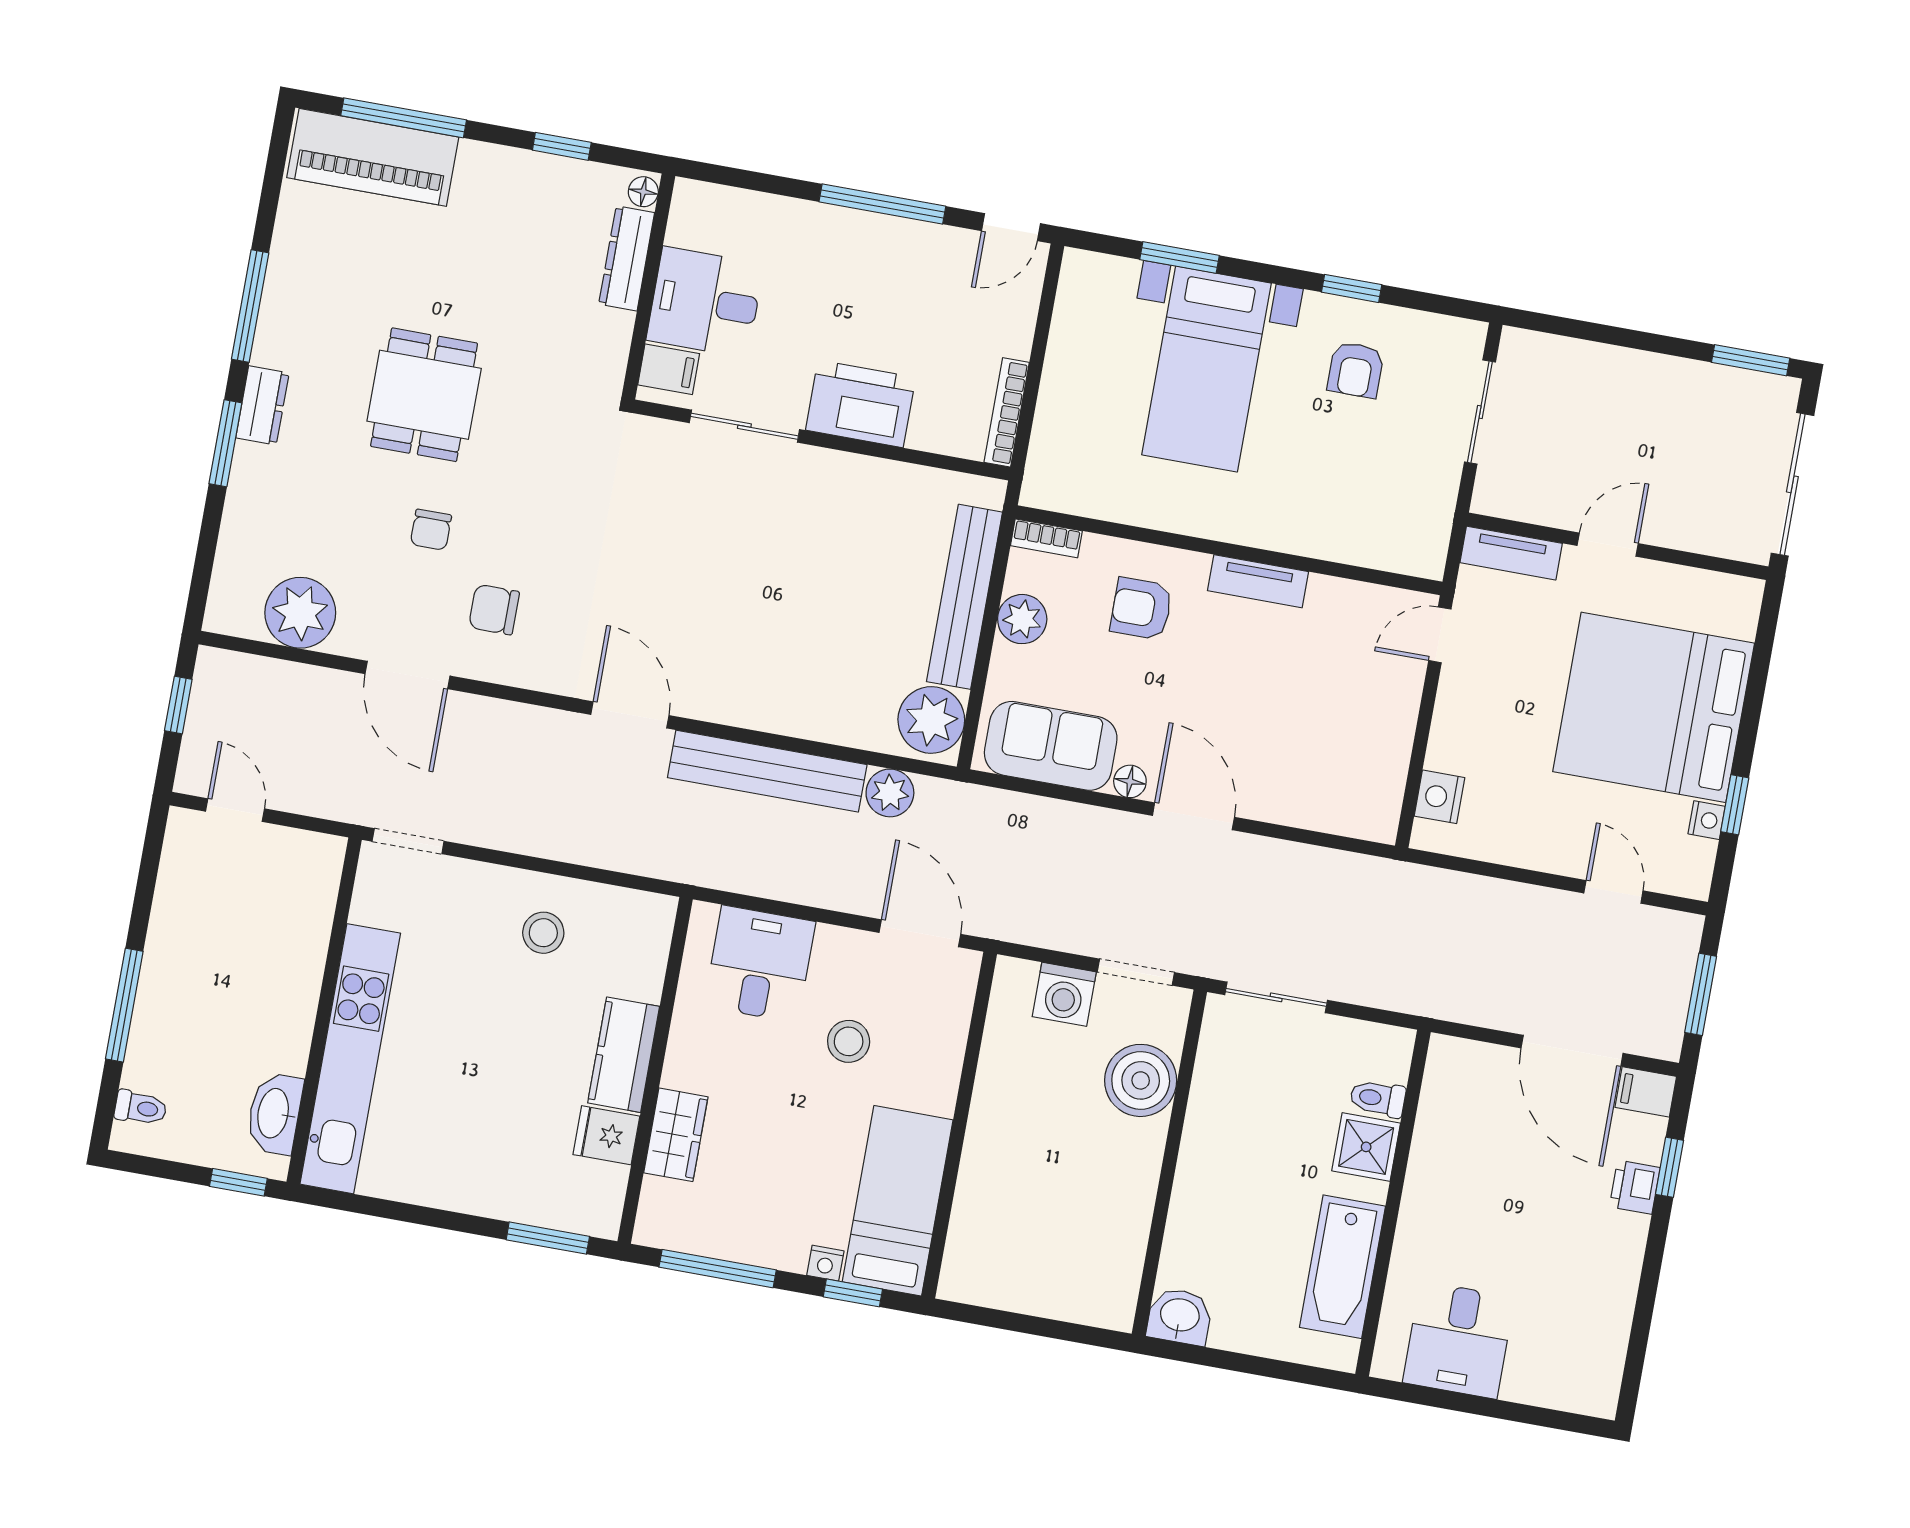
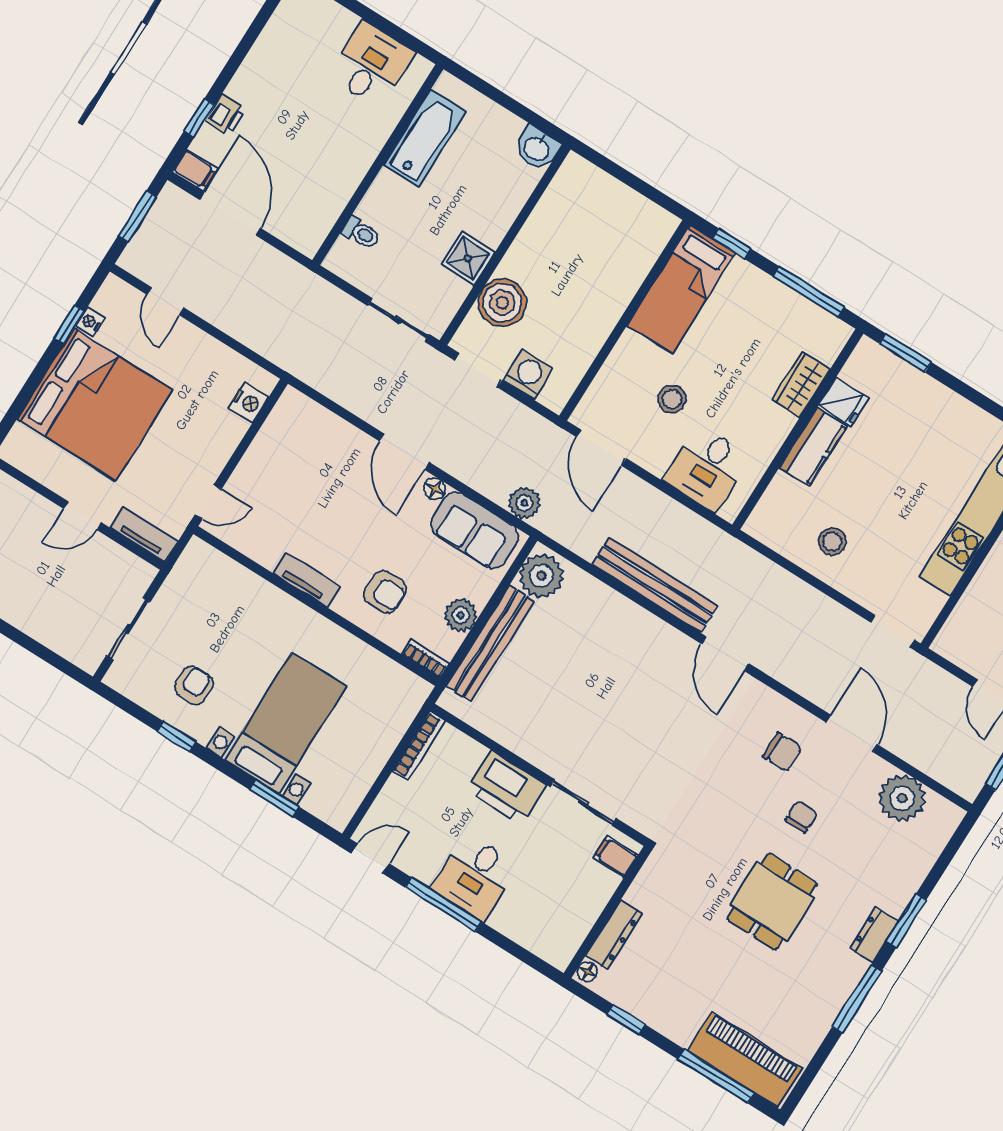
desk: (705, 302) -> (475, 877), moved, turned 90
plant: (890, 793) -> (524, 503), moved
shower: (1366, 1147) -> (468, 258), moved
nightstand: (825, 1263) -> (741, 269), removed

